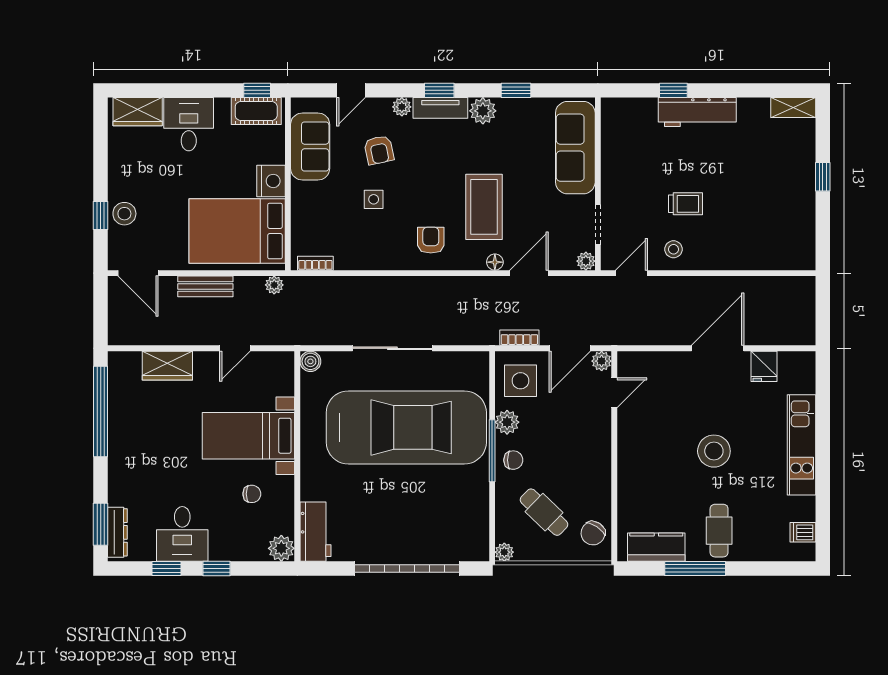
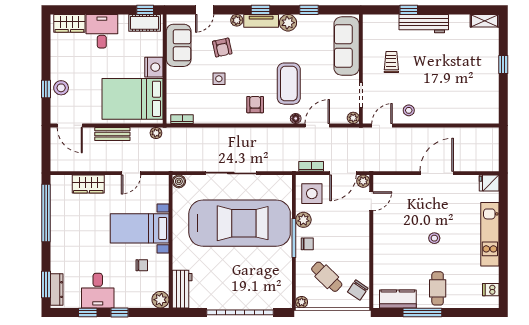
trolley: (686, 204) -> (391, 62), moved, turned -90
fridge: (764, 366) -> (489, 183), moved, turned 90
stool: (714, 451) -> (434, 238), width x0.53, depth x0.53

